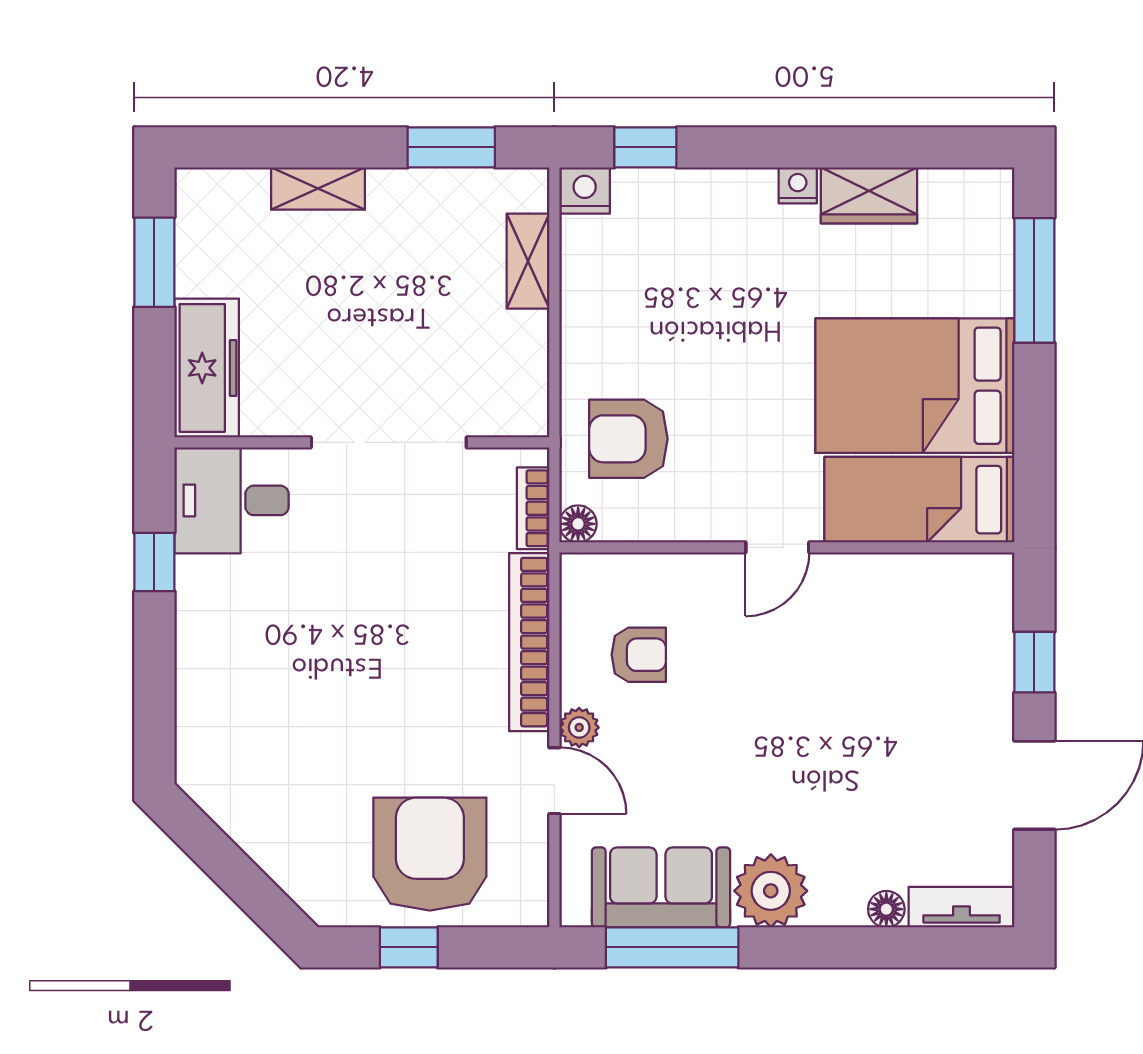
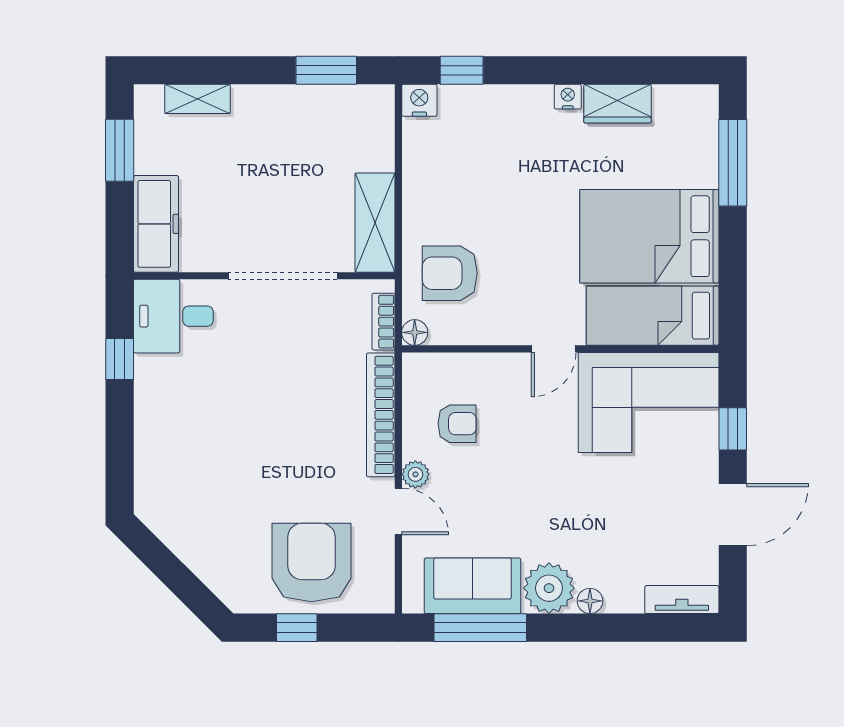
shelving: (318, 189) -> (198, 99), moved
shelving: (528, 261) -> (375, 223), moved, width x1.50, depth x1.33
corner sofa: (914, 624) -> (649, 402), added
floor lamp: (886, 909) -> (590, 601), moved

